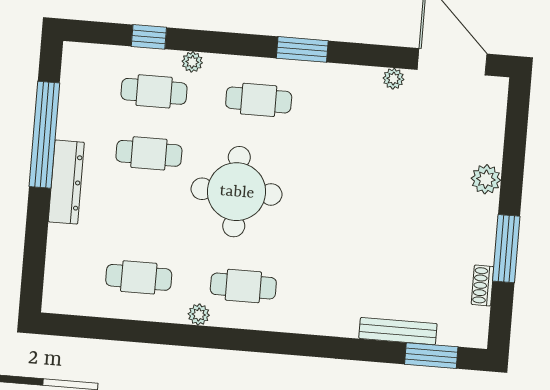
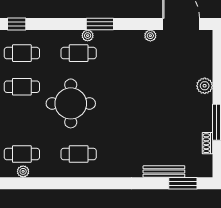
plant: (192, 62) -> (88, 36), moved
plant: (199, 315) -> (23, 171), moved

